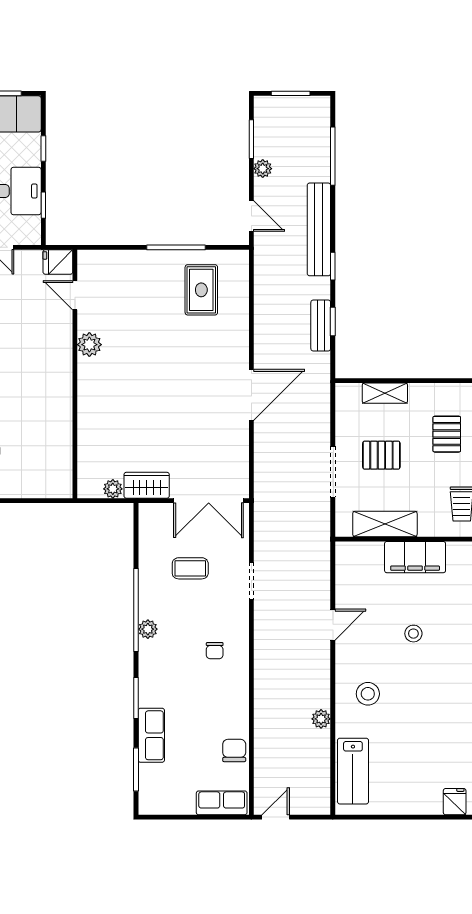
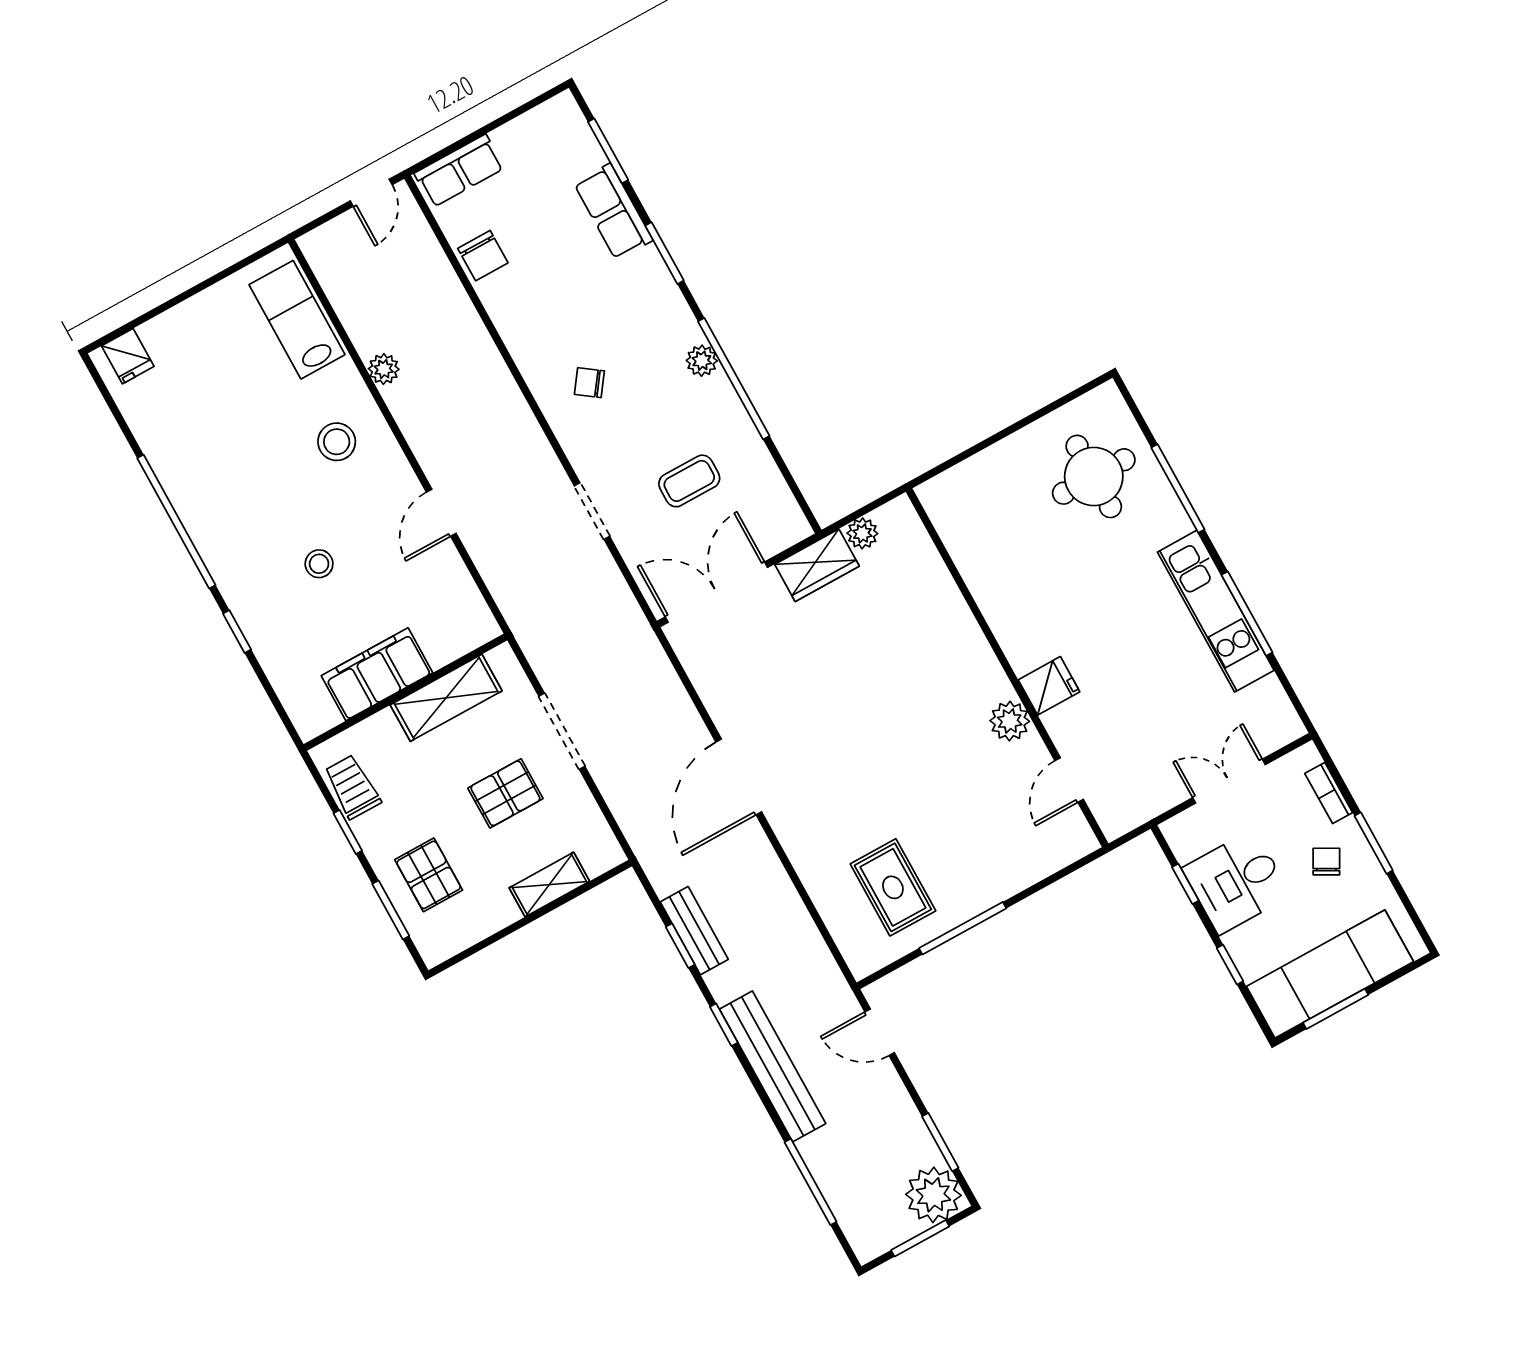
plant: (263, 169) -> (933, 1195), moved, width x1.87, depth x1.87
fridge: (58, 262) -> (1049, 686), moved
door: (75, 295) -> (1069, 780), swing flipped
chair: (215, 651) -> (589, 383), turned -54

